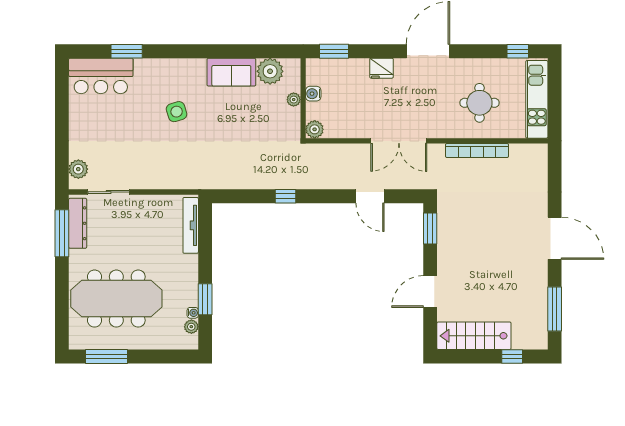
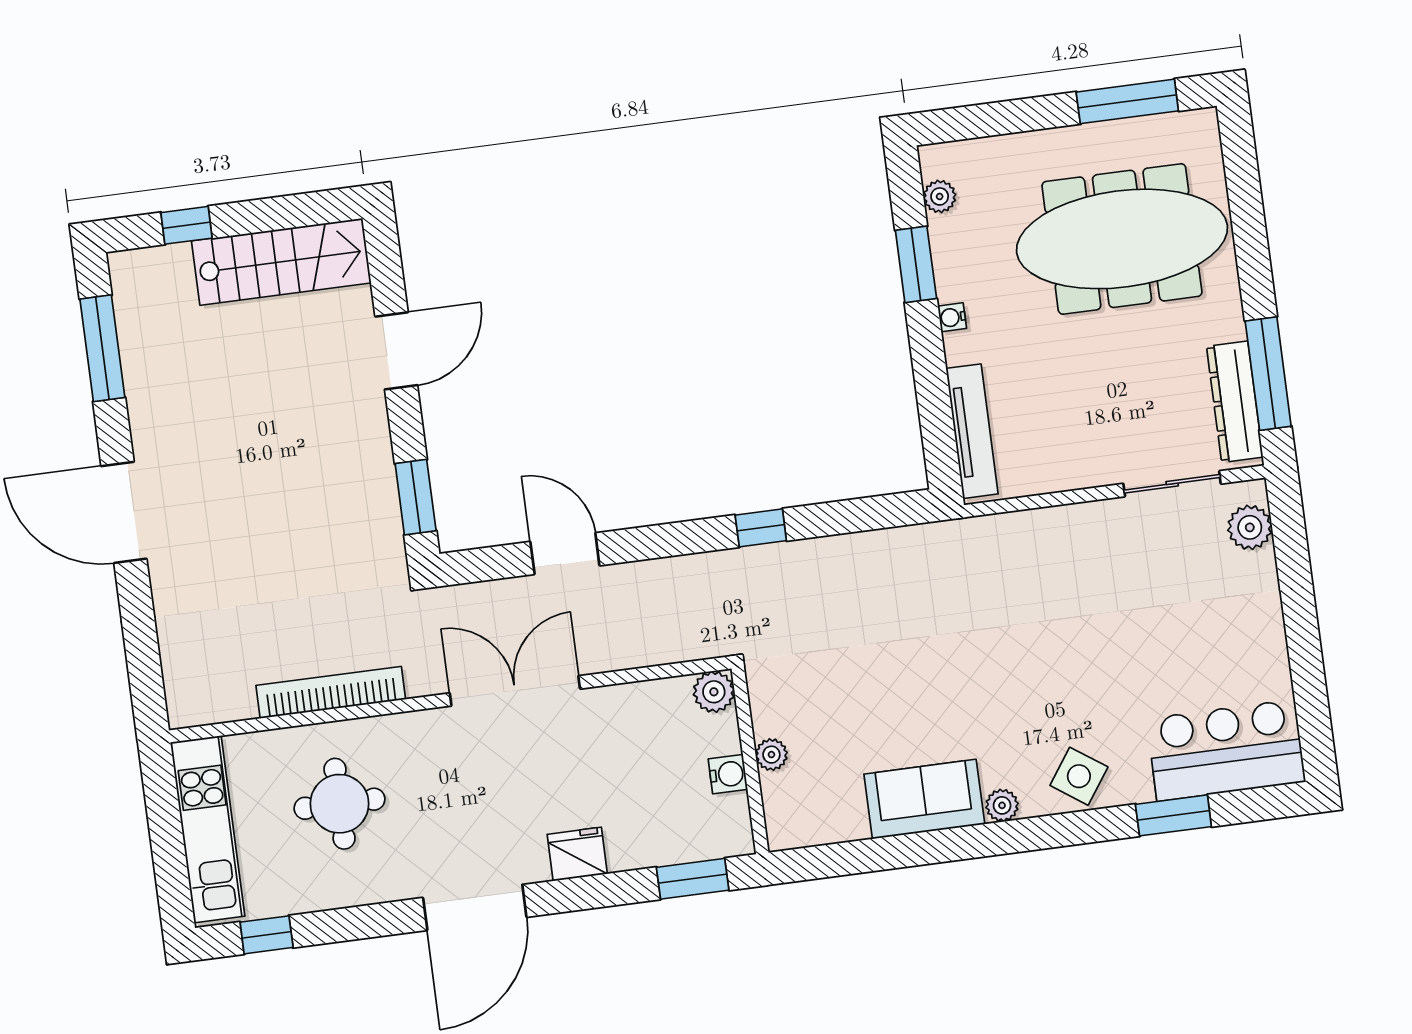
plant: (270, 71) -> (1002, 805), moved, width x0.53, depth x0.53
side table: (177, 112) -> (1079, 776), moved, turned -38
water cooler: (193, 313) -> (952, 317), moved

